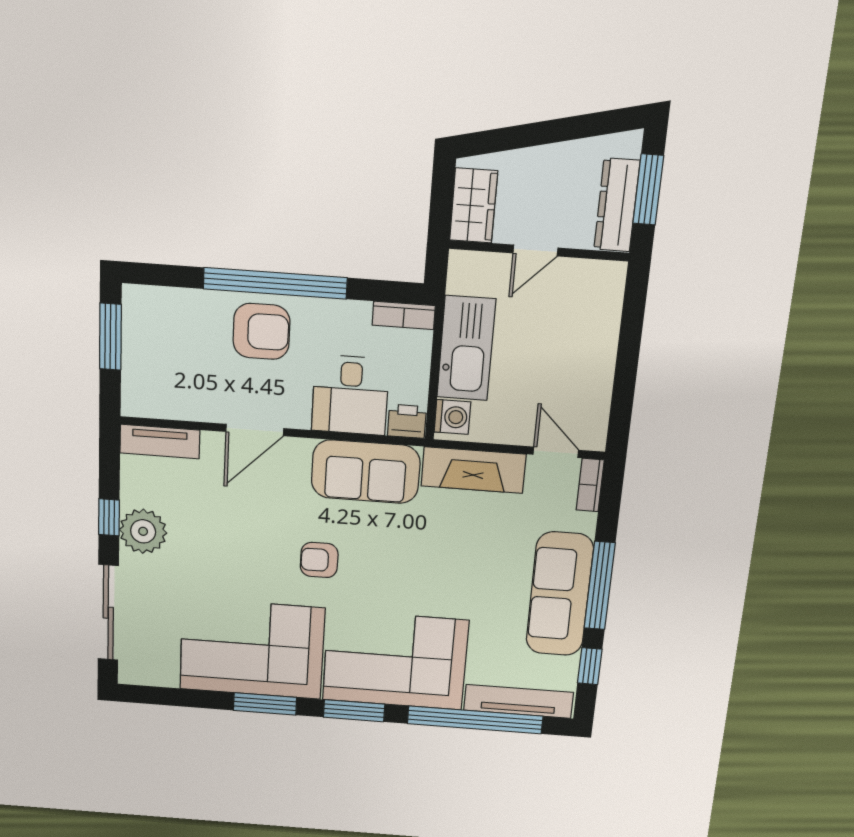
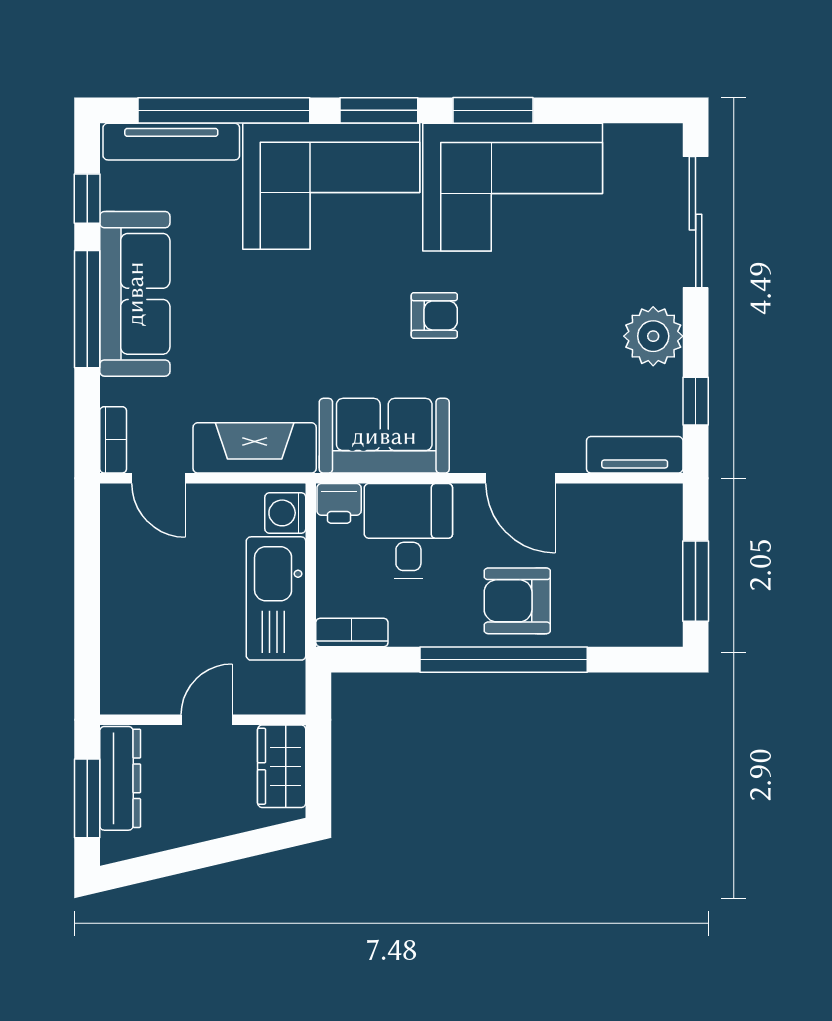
door: (255, 430) -> (520, 478), swing flipped
window: (109, 517) -> (696, 401), moved

